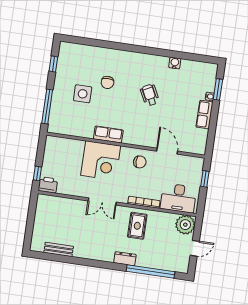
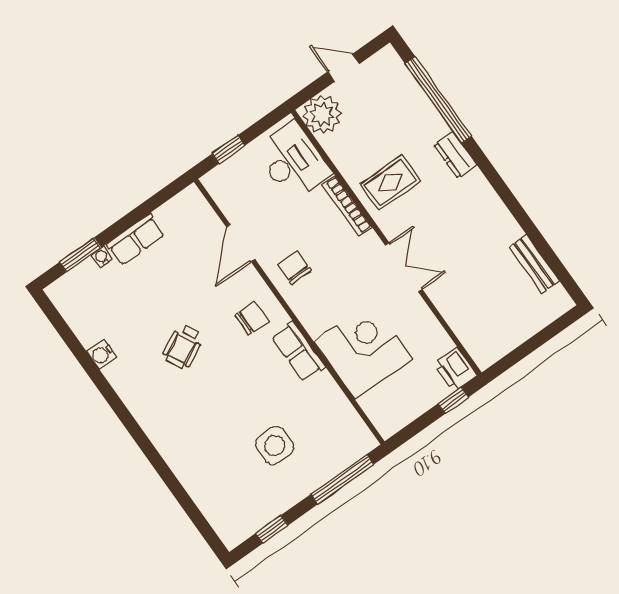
chair: (107, 82) -> (252, 318), moved
corner desk: (101, 161) -> (363, 350), moved

